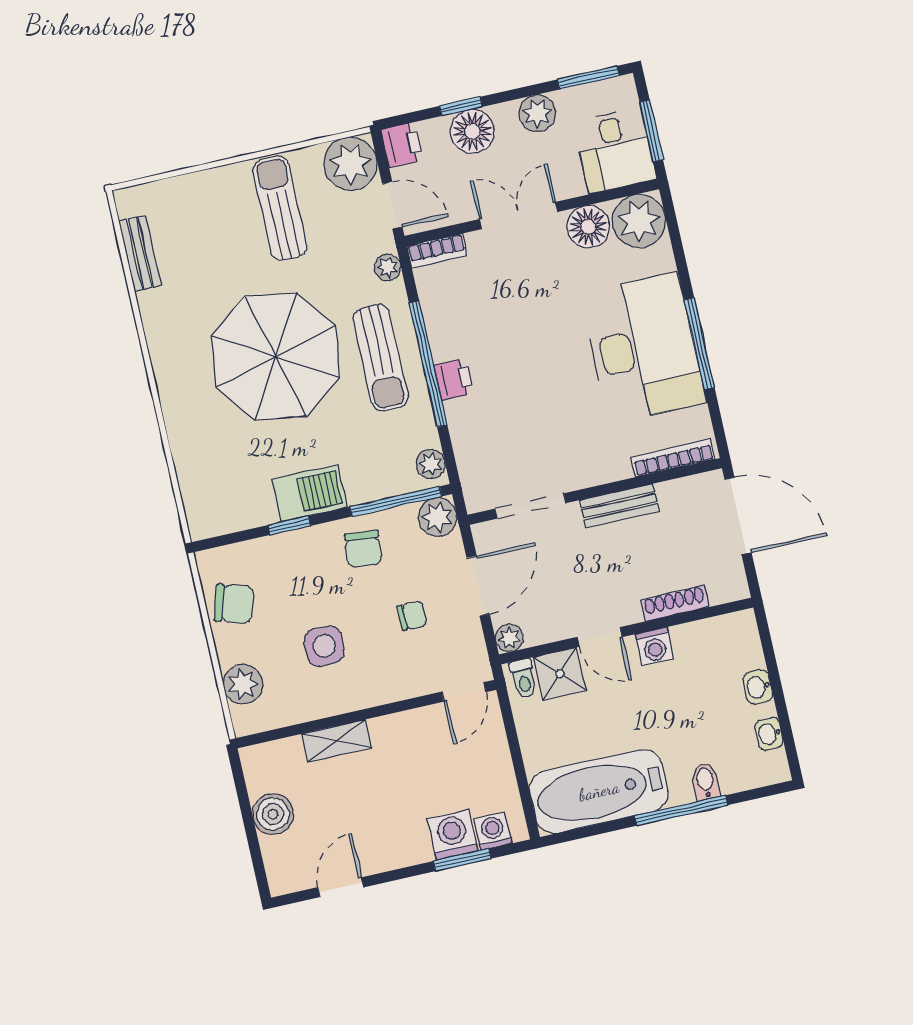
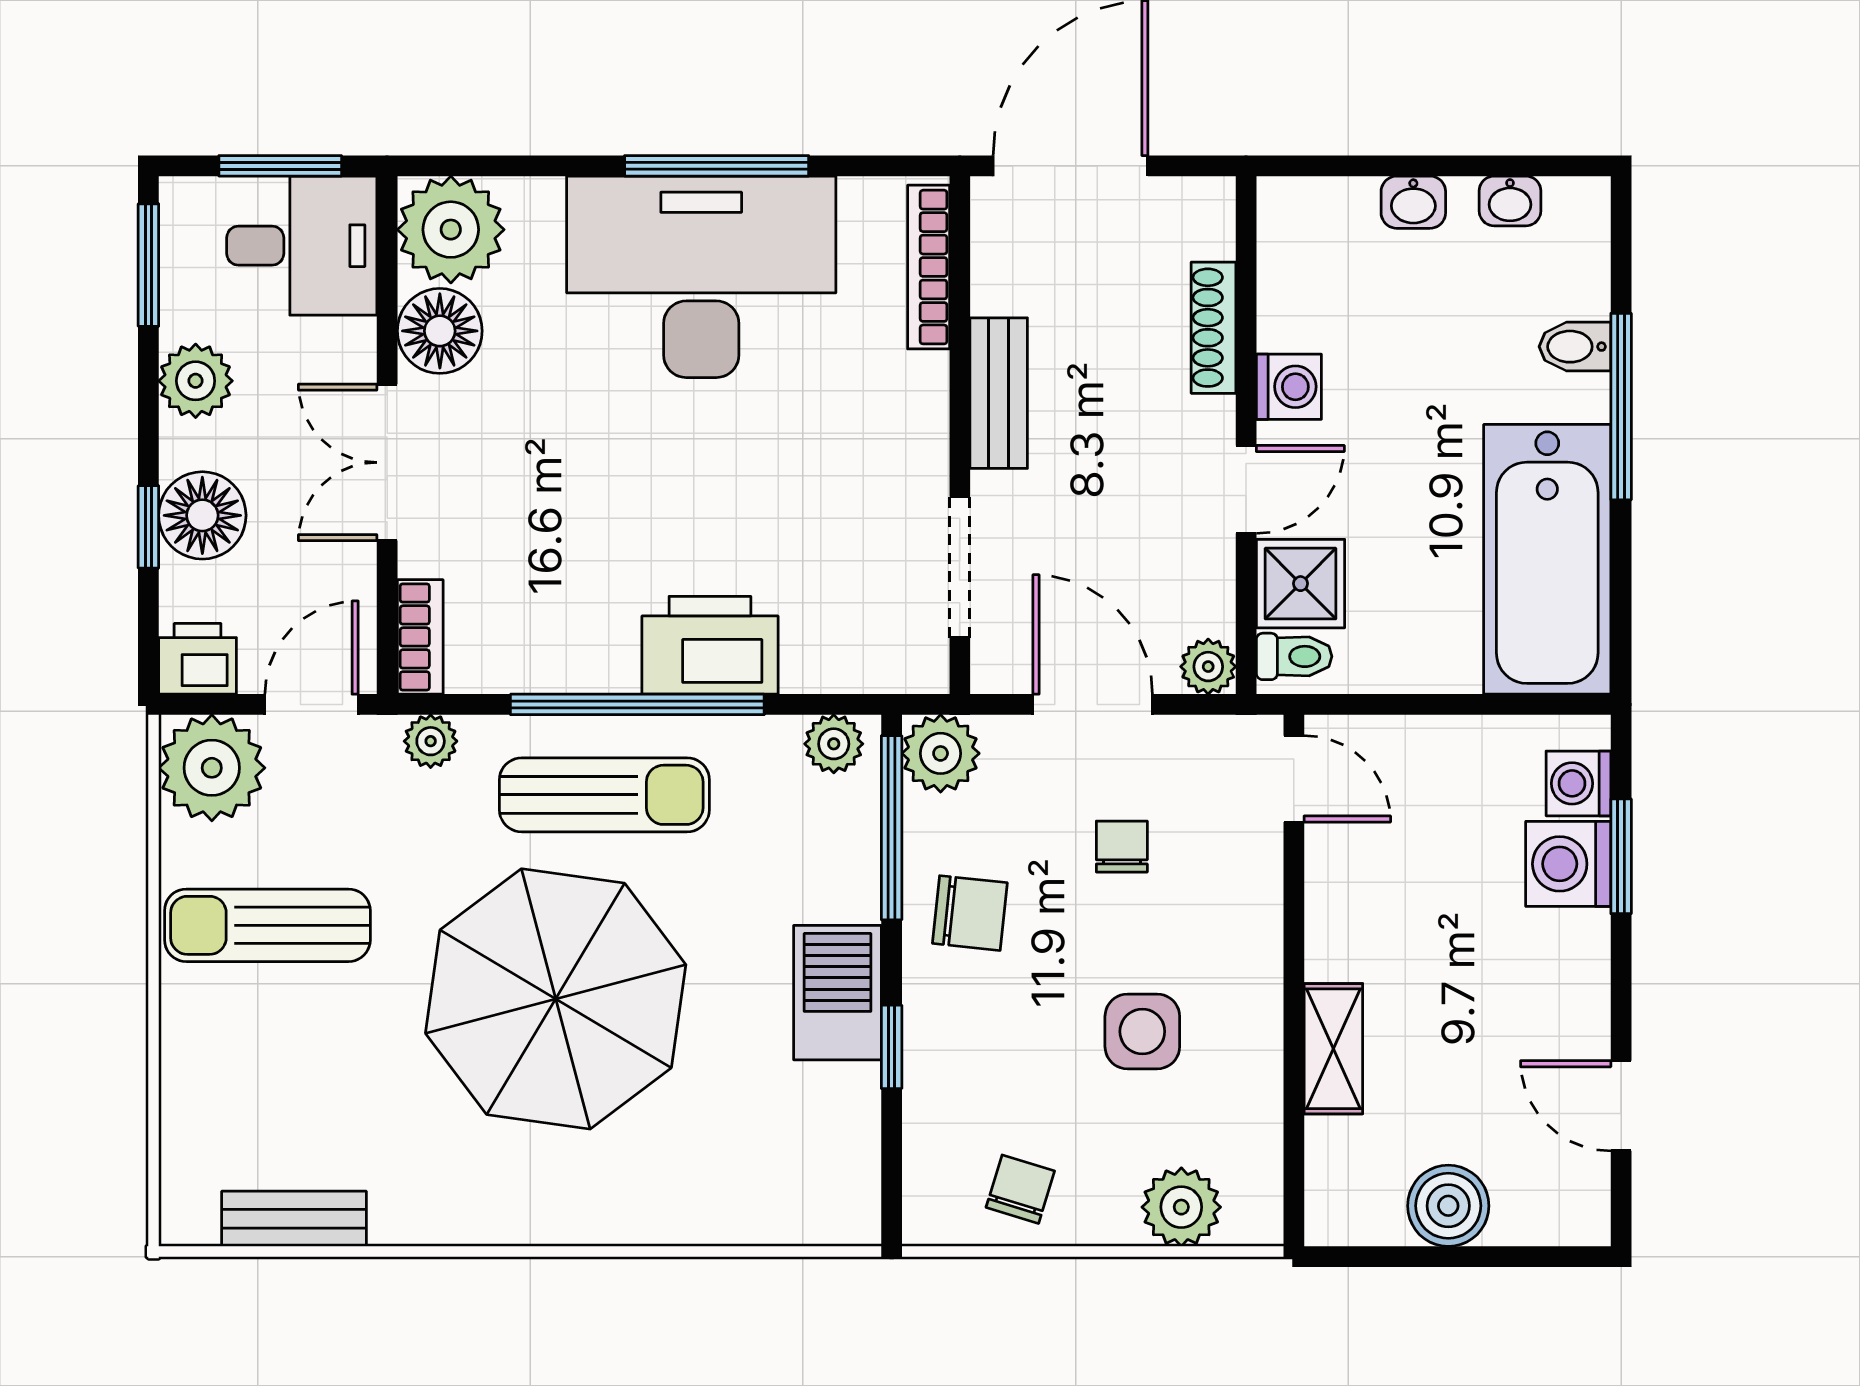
printer: (454, 379) -> (710, 645), width x1.87, depth x1.48
chair: (234, 604) -> (1020, 1189), width x0.73, depth x0.73

